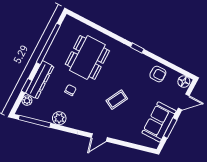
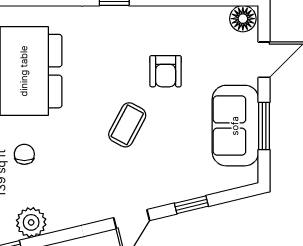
armchair: (158, 74) -> (166, 71), moved, turned 90
window: (126, 144) -> (191, 205), added

